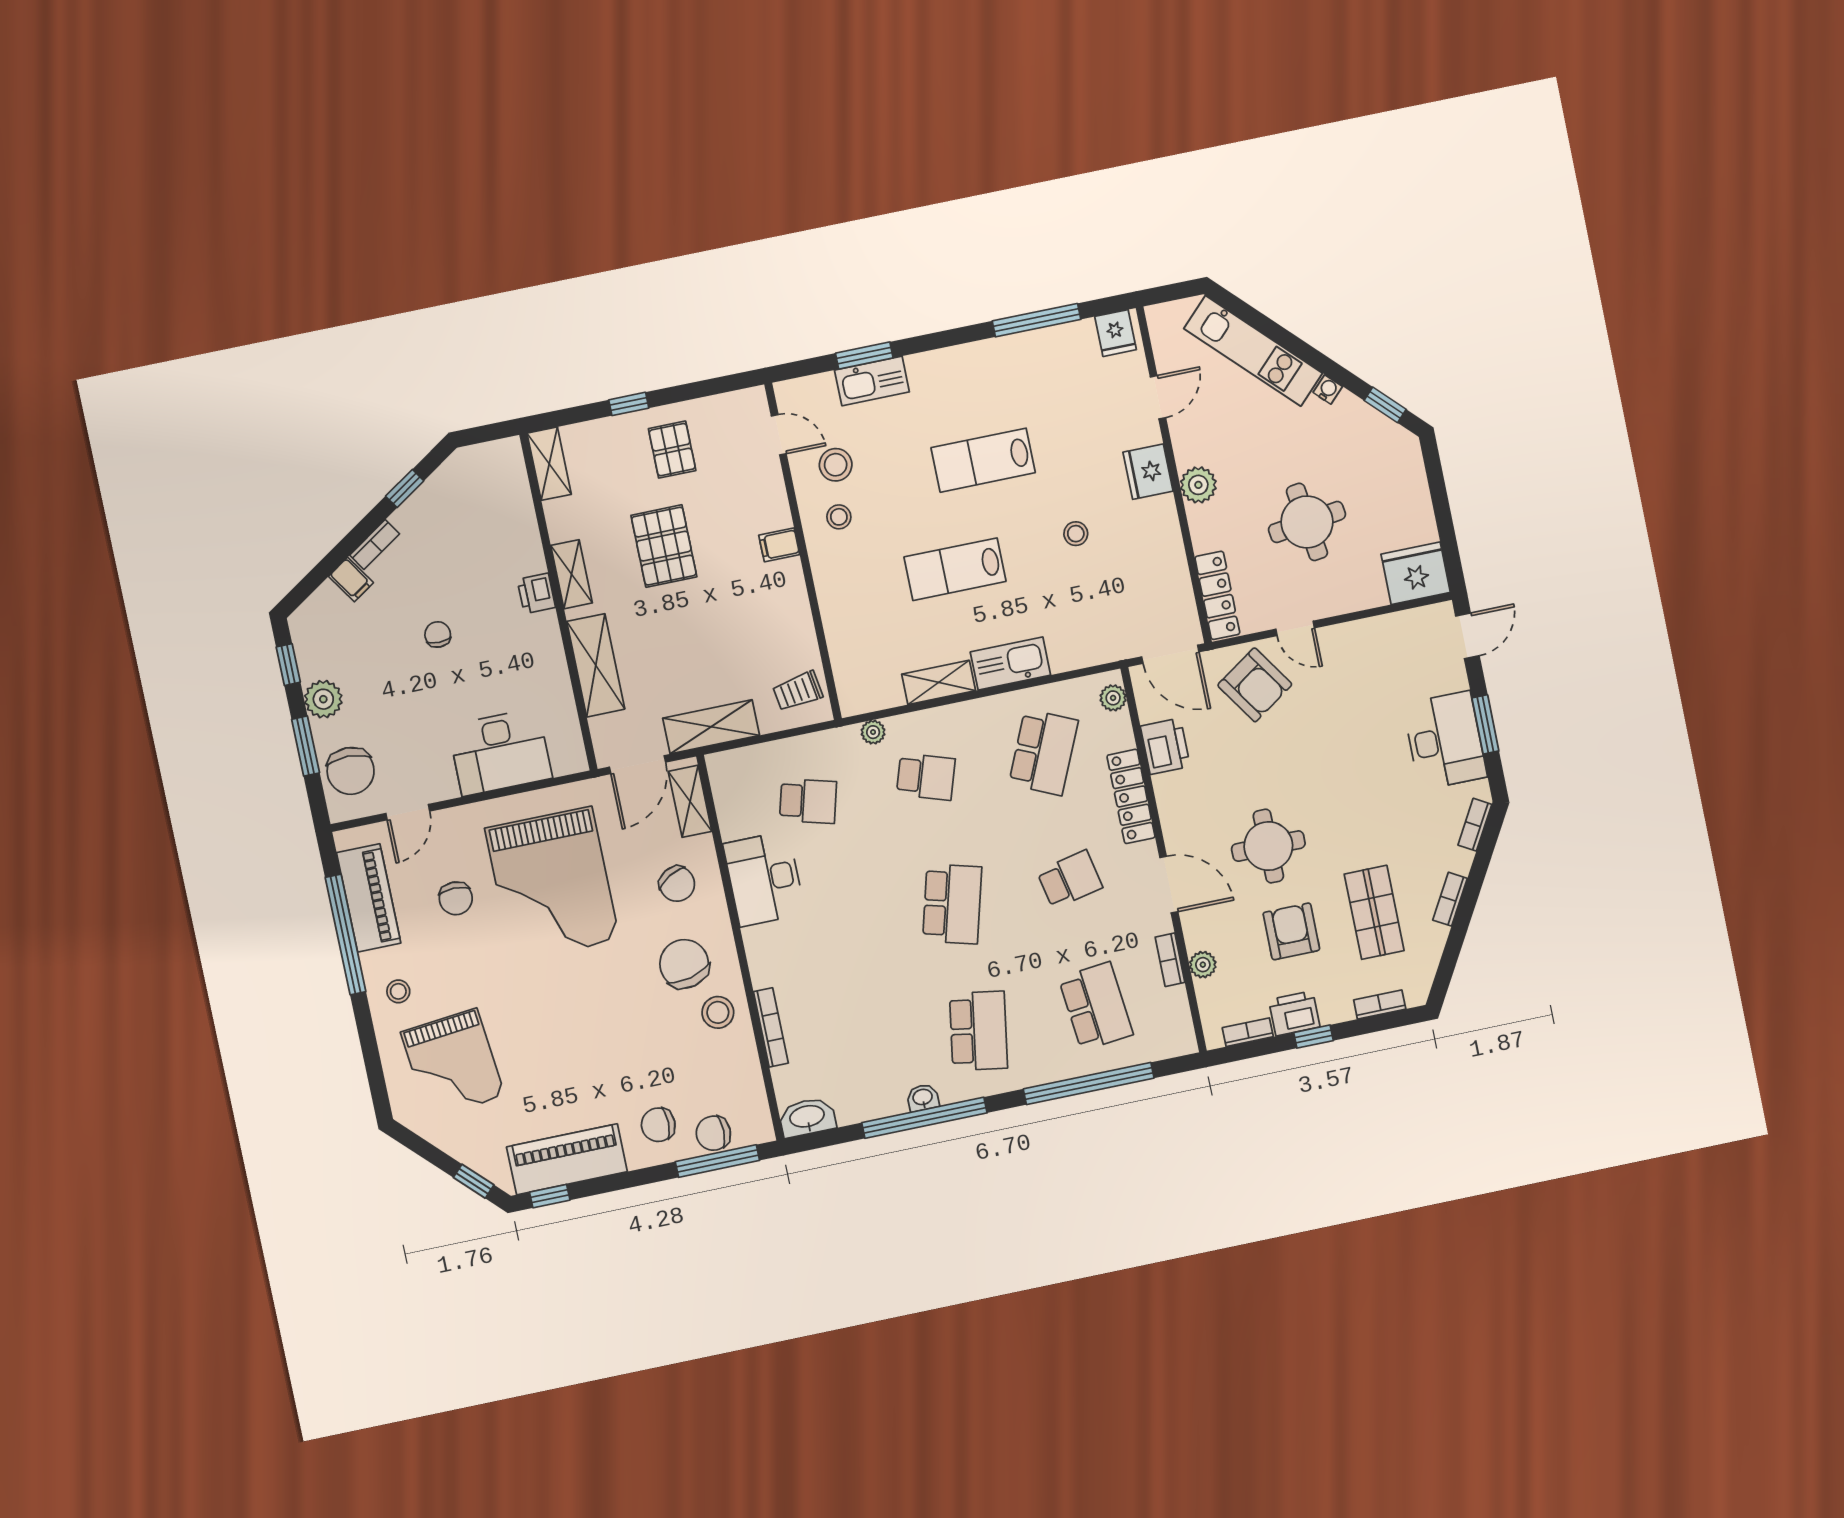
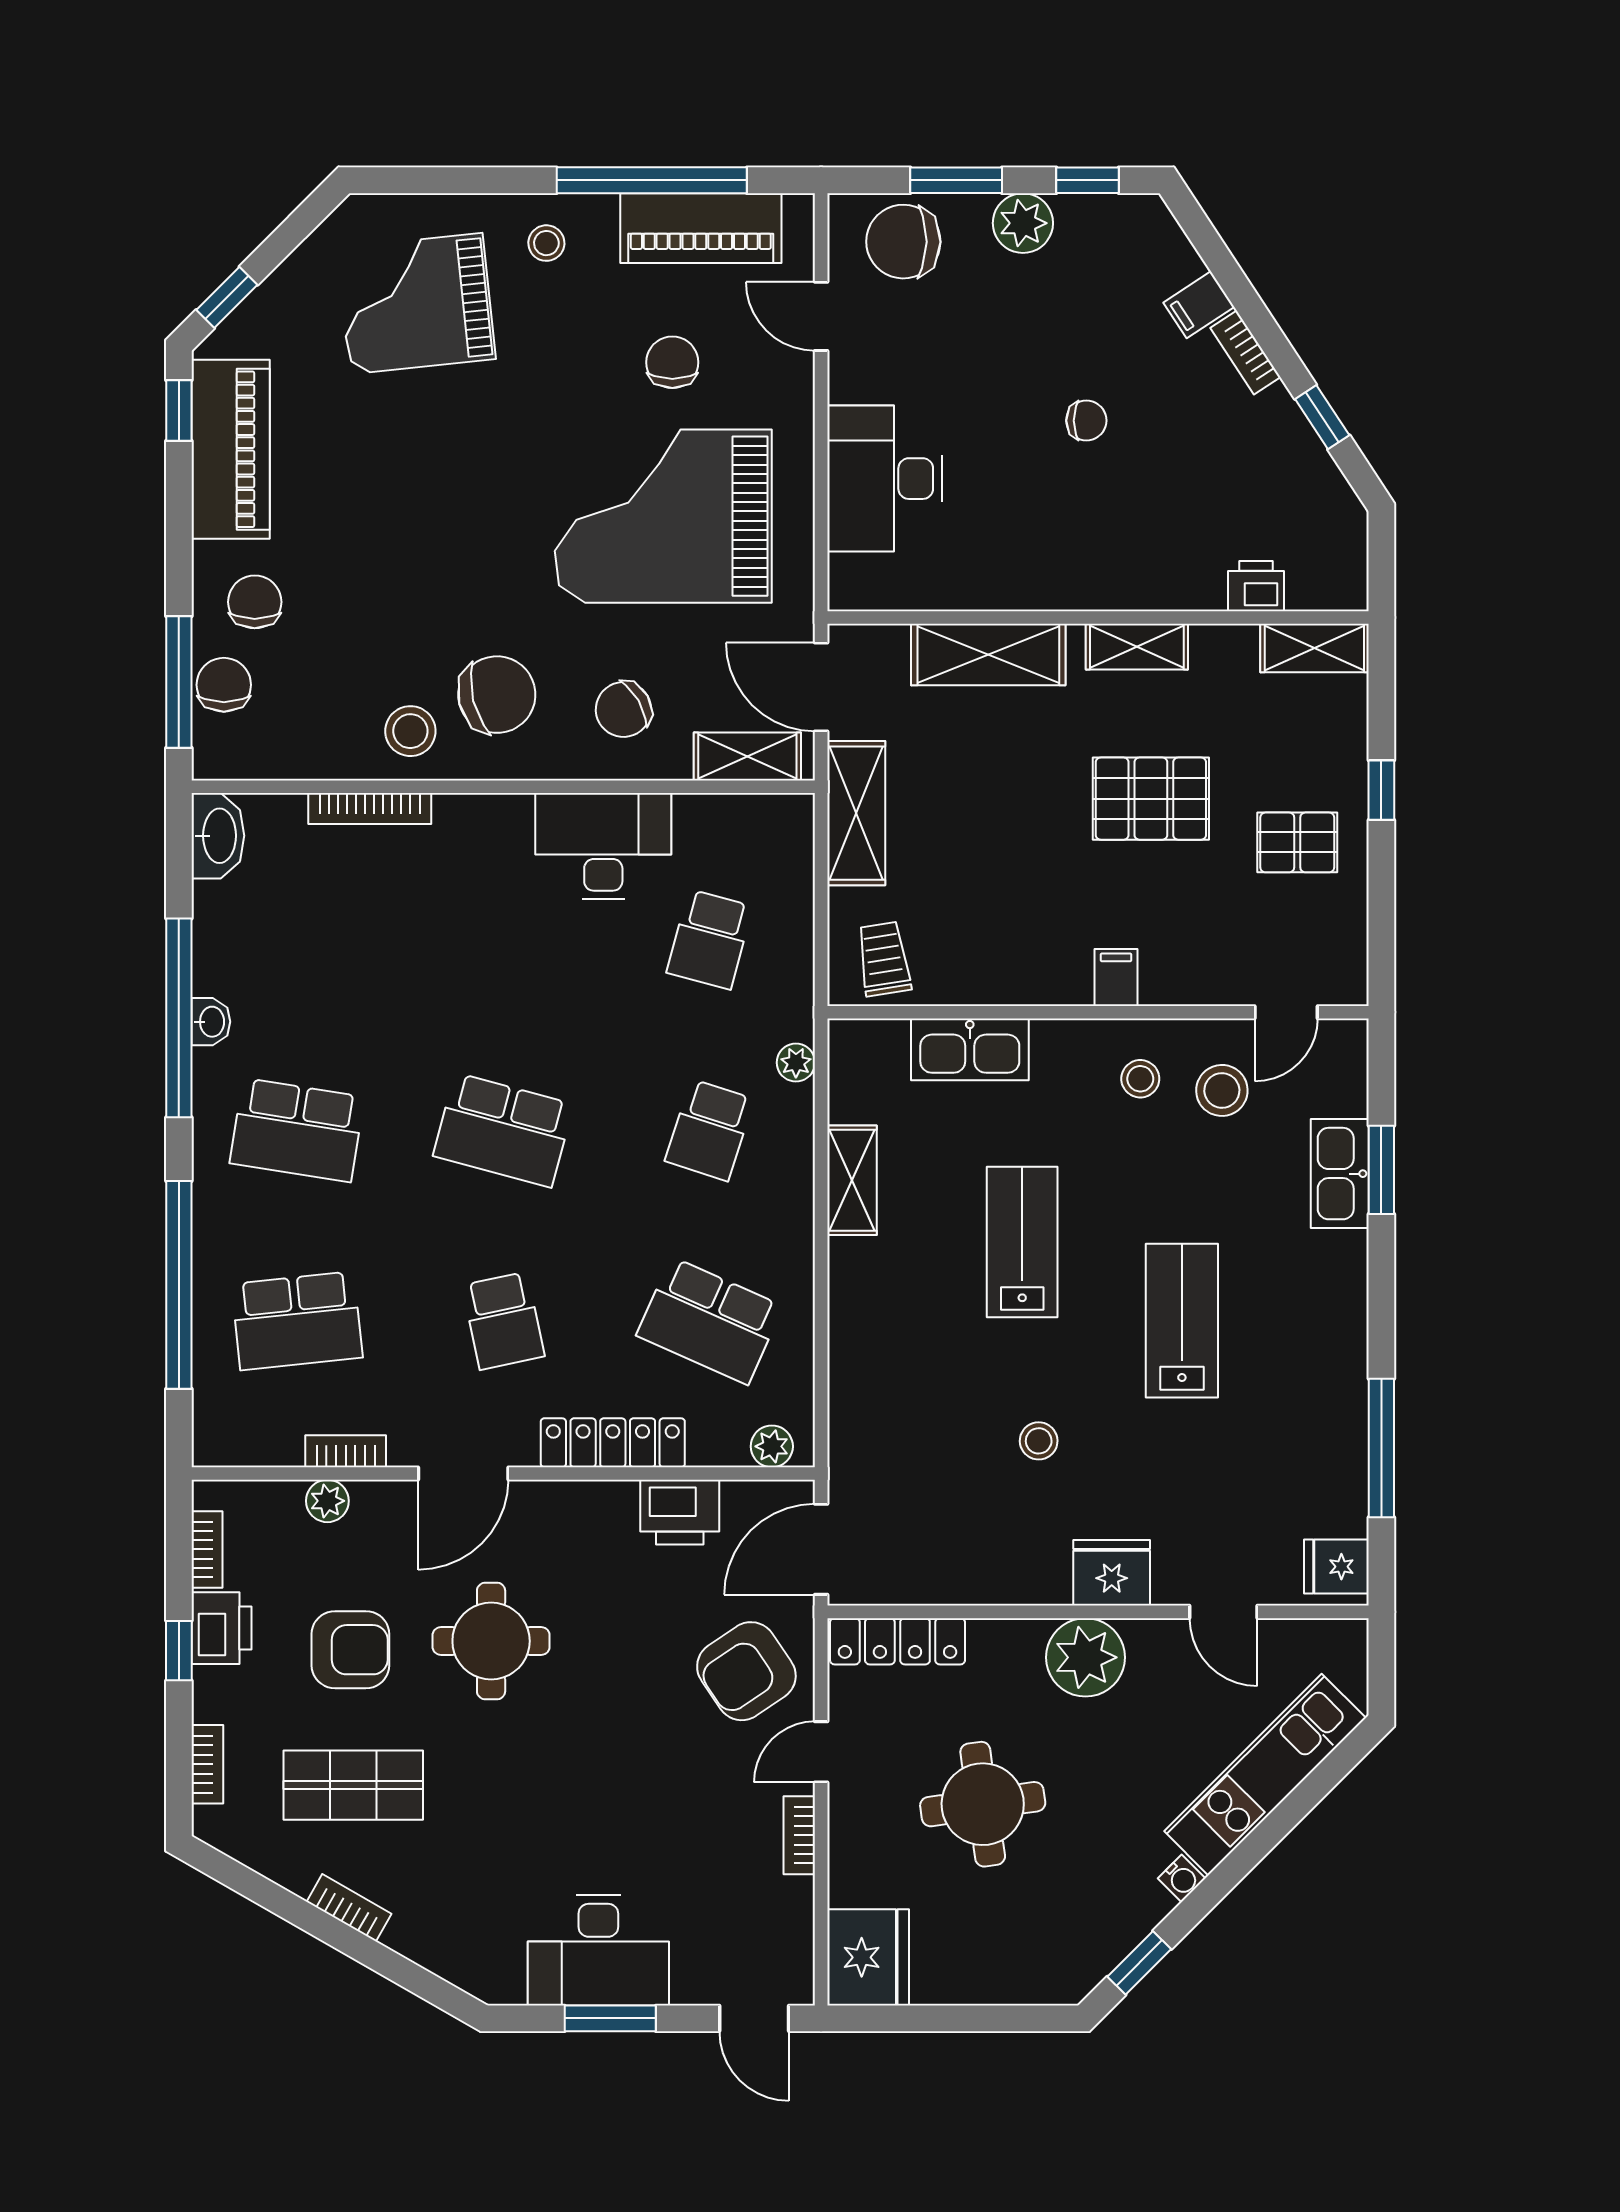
plant: (1198, 485) -> (1085, 1657), width x1.36, depth x1.36
printer: (536, 593) -> (1256, 586), moved
kitchen sink: (1010, 663) -> (970, 1049), moved, turned 90
bookcase: (1475, 825) -> (799, 1835), moved, turned -120
chair: (456, 898) -> (672, 362), turned 90

